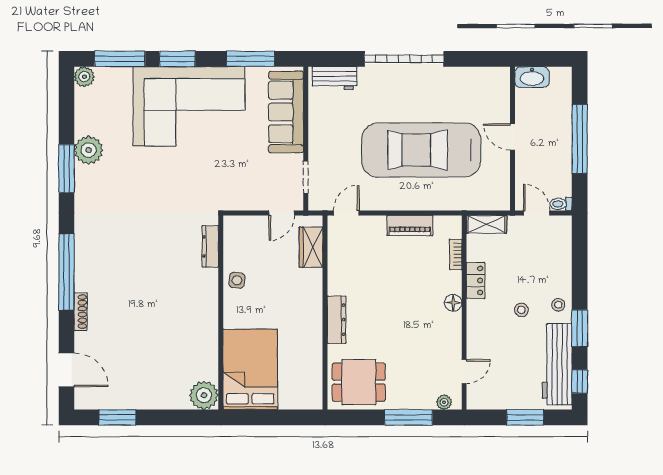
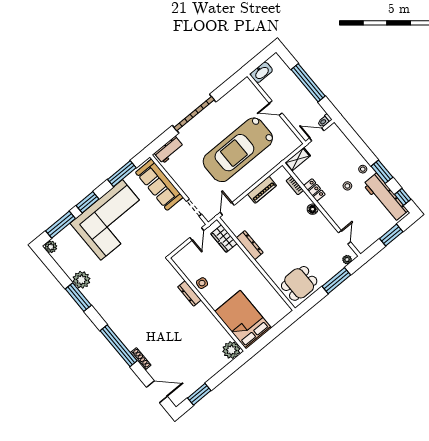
dresser: (210, 246) -> (189, 293), moved
dresser: (337, 320) -> (250, 245), moved

